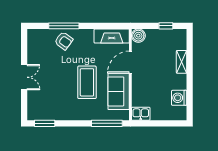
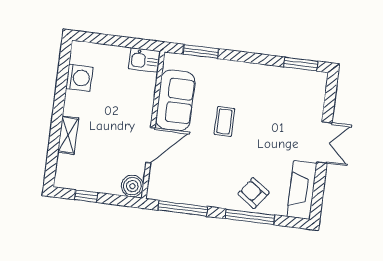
window: (106, 26) -> (183, 208), added
fireplace: (112, 36) -> (302, 190), moved, turned -90
double door: (24, 77) -> (324, 142), swing flipped
coffee table: (87, 82) -> (224, 121), width x0.54, depth x0.58
window: (107, 123) -> (201, 51), width x0.69

